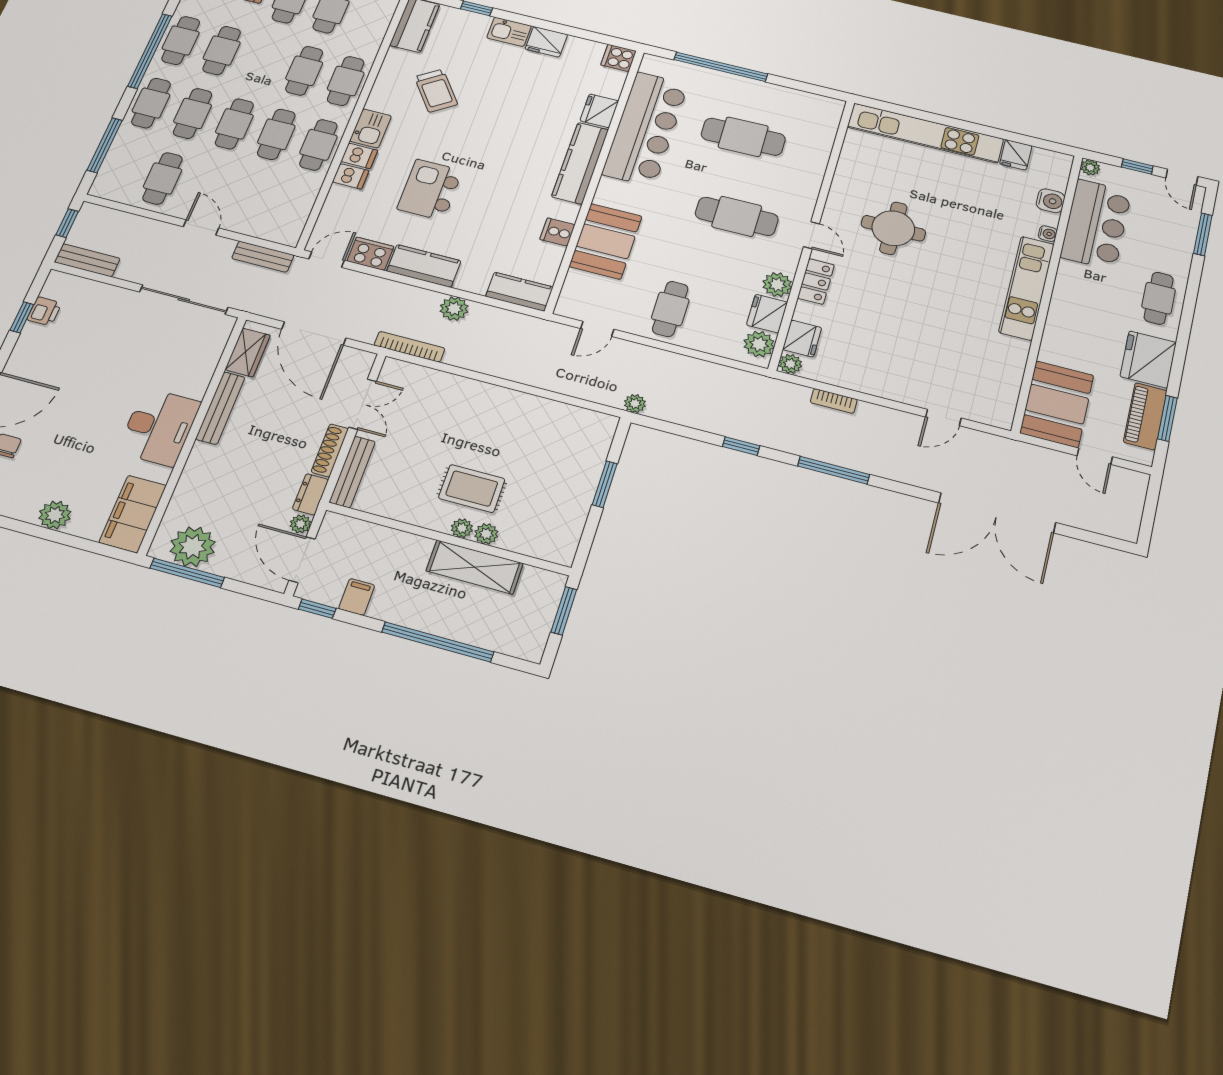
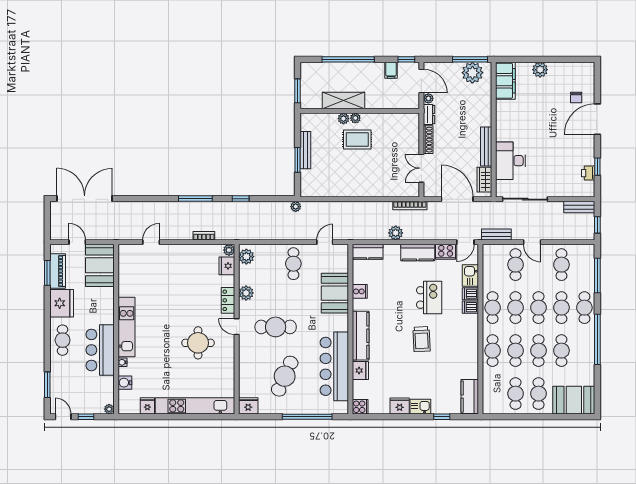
cafe table: (181, 40) -> (538, 351), moved
trolley: (436, 91) -> (422, 339), moved, turned -147
kitchen sink: (370, 128) -> (470, 276), moved
cafe table: (743, 137) -> (285, 376), turned -65
cafe table: (248, 200) -> (516, 265), added
bar counter: (1096, 224) -> (100, 350), moved
fridge: (767, 314) -> (248, 406), moved, turned -90
desk: (159, 427) -> (511, 161), moved
bench: (352, 472) -> (305, 150), moved
double door: (997, 513) -> (85, 199), moved

